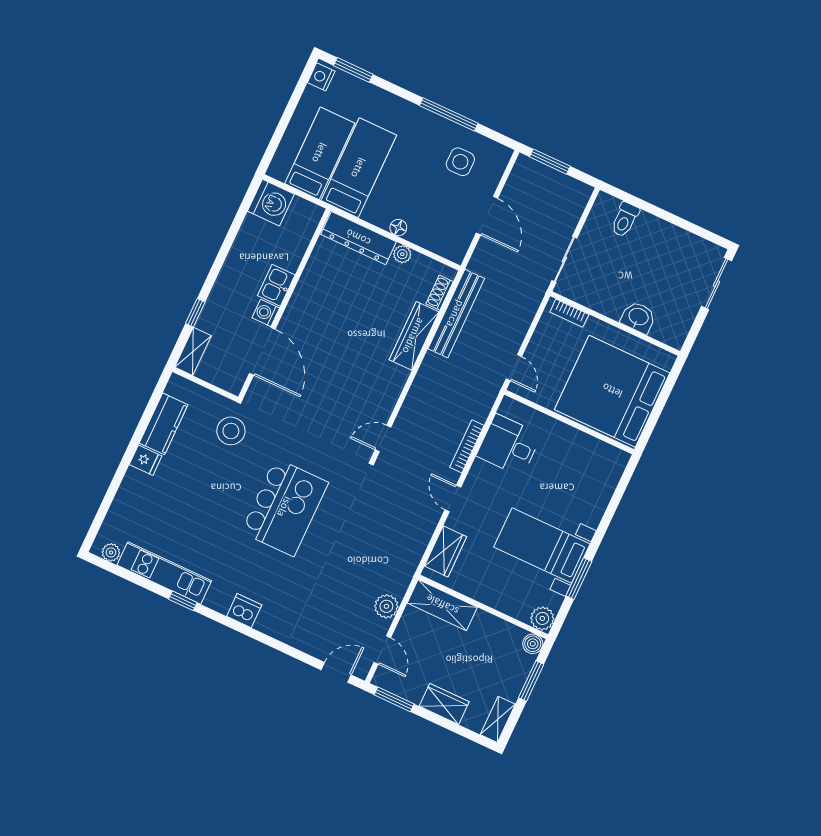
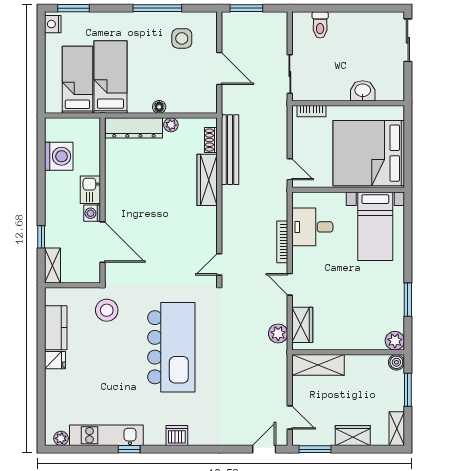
washing machine: (271, 203) -> (59, 156), moved
kitchen island: (285, 507) -> (171, 347), width x1.37
bed with nightstands: (542, 546) -> (375, 226), moved, turned -90
plant: (386, 606) -> (278, 333), moved

